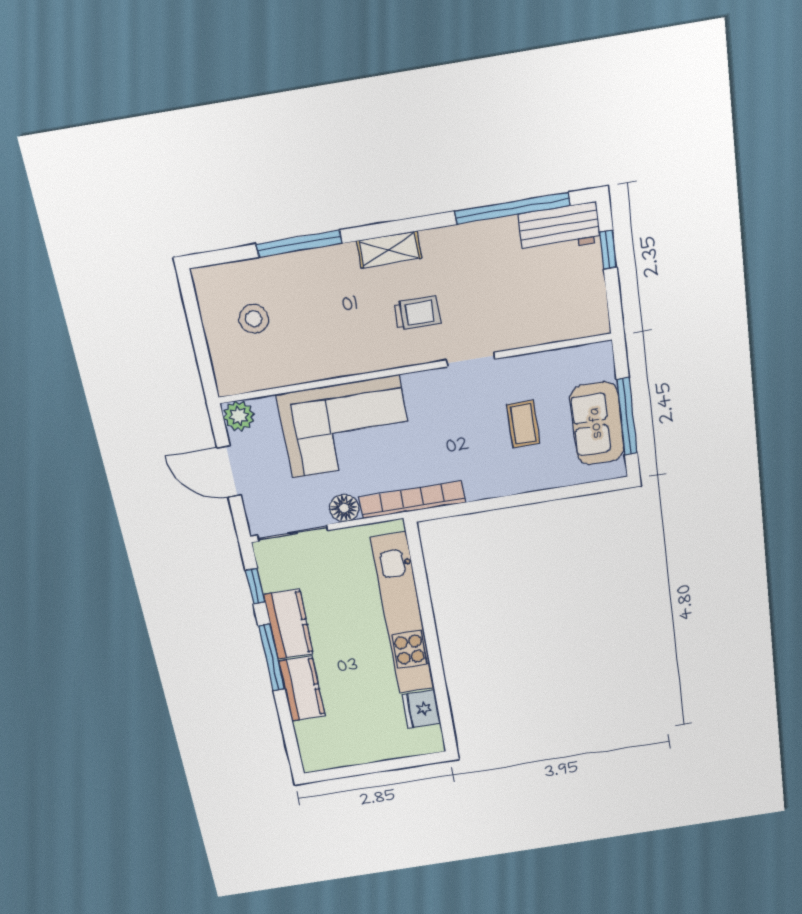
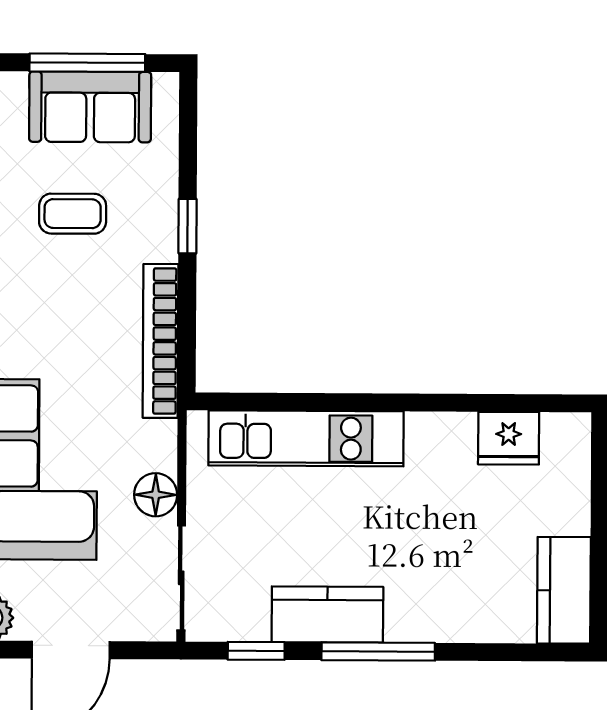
window: (526, 499) -> (188, 226), added
bookcase: (412, 500) -> (161, 341), moved
kitchen unit: (403, 614) -> (306, 438), width x0.73
kitchen counter: (302, 689) -> (564, 590), moved, turned -90

